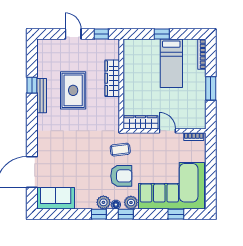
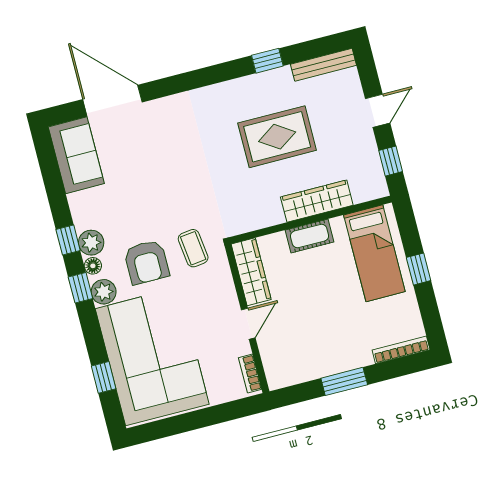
bed: (171, 63) -> (374, 253), moved, turned -90
cot: (130, 87) -> (310, 236), added
bench: (42, 96) -> (323, 65), moved

